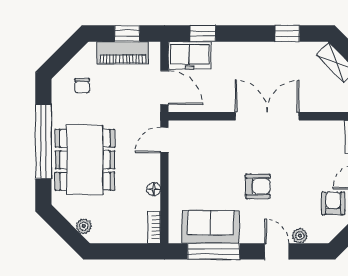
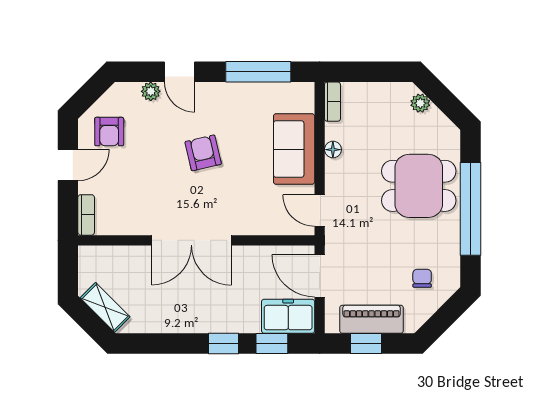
window: (287, 33) -> (224, 343), moved
door: (164, 140) -> (320, 211), swing flipped
dining table: (85, 160) -> (419, 186), width x0.73
armchair: (258, 186) -> (203, 153), turned 77
sofa: (211, 227) -> (294, 149), moved, turned 90

